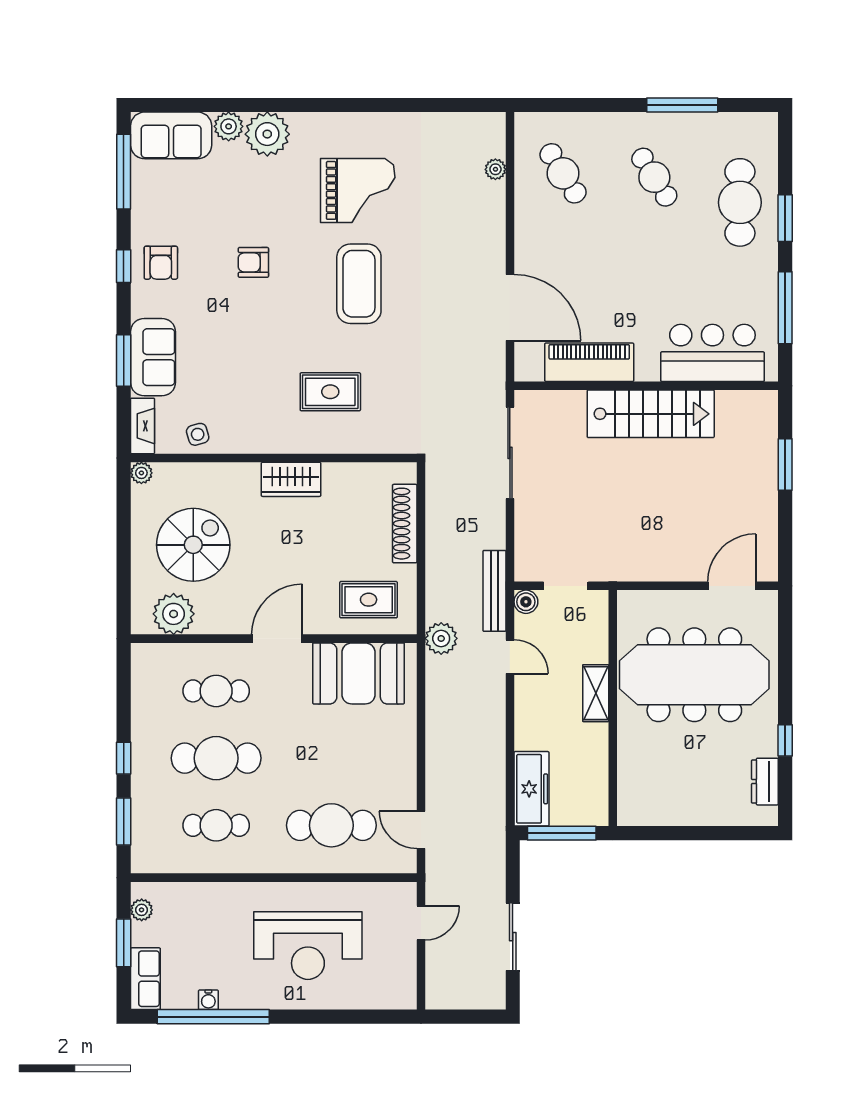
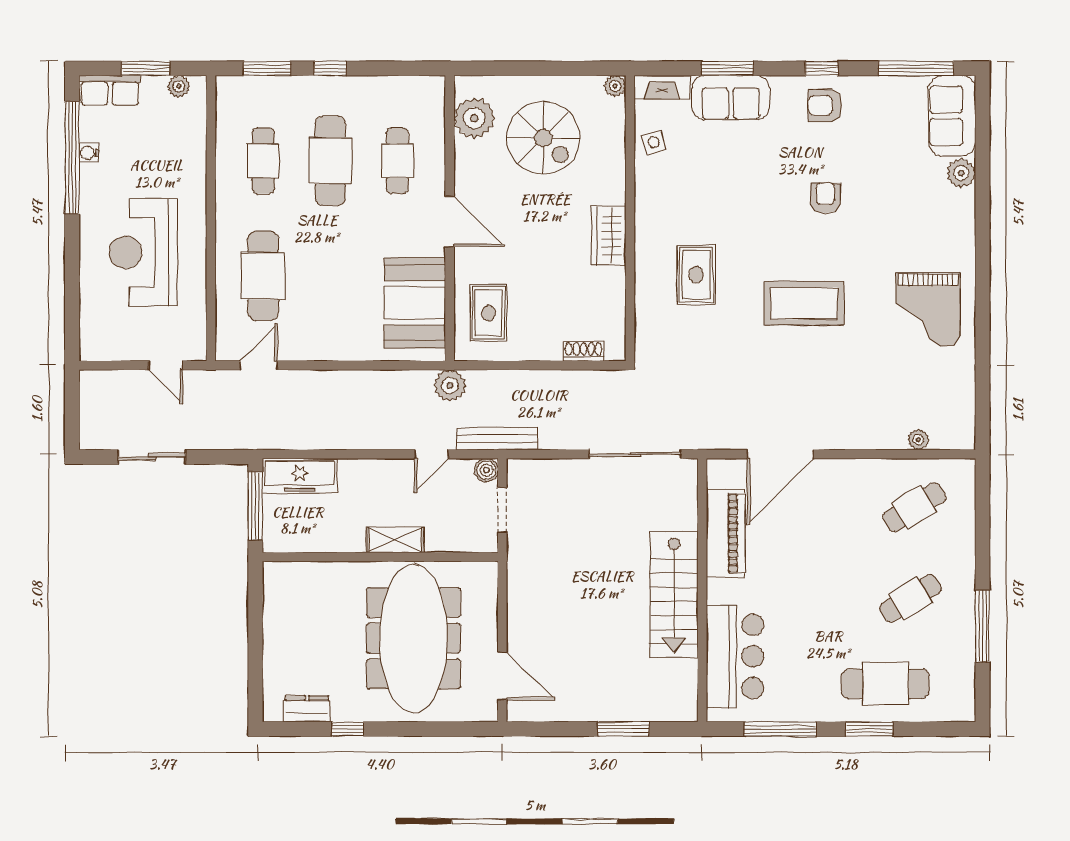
plant: (267, 134) -> (954, 212), removed
grand piano: (358, 190) -> (928, 310), moved
shoe rack: (405, 524) -> (584, 351), width x0.51, depth x0.81

